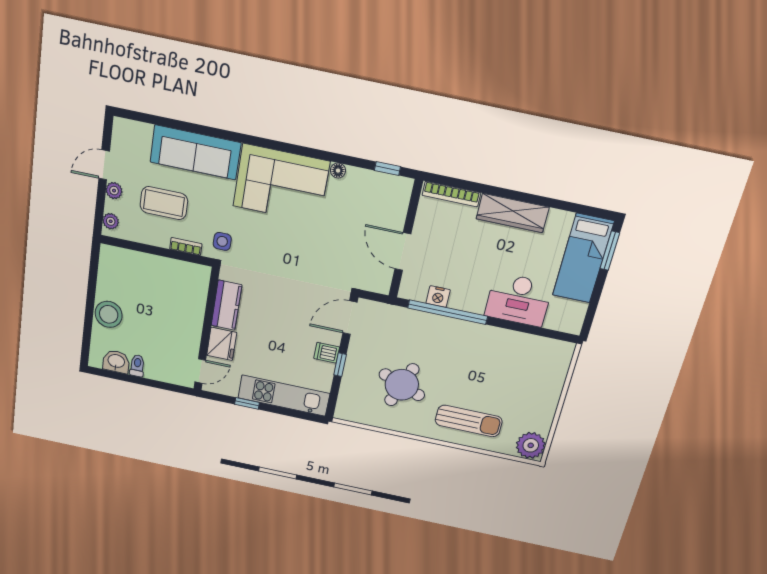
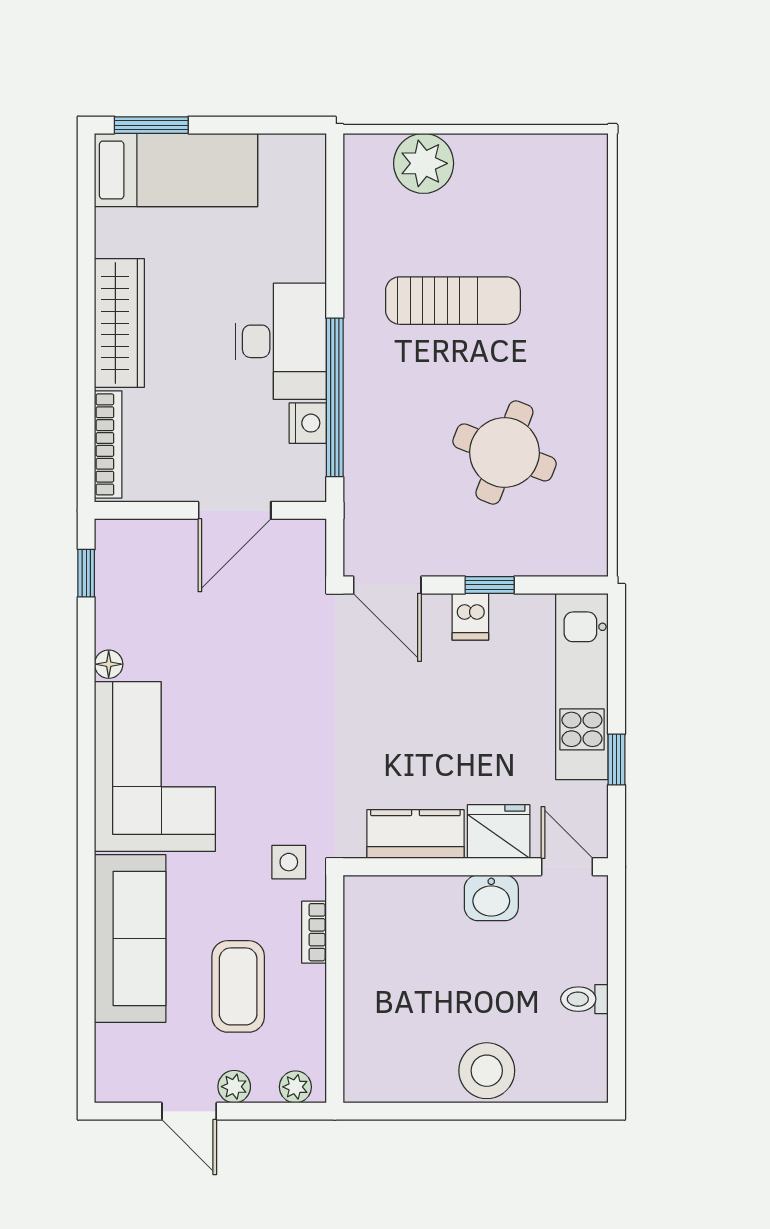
desk: (519, 300) -> (281, 341), moved
washbasin: (116, 362) -> (491, 898), moved, turned -90
sun lounger: (469, 421) -> (453, 301), moved, turned 90
plant: (531, 445) -> (424, 163), moved

